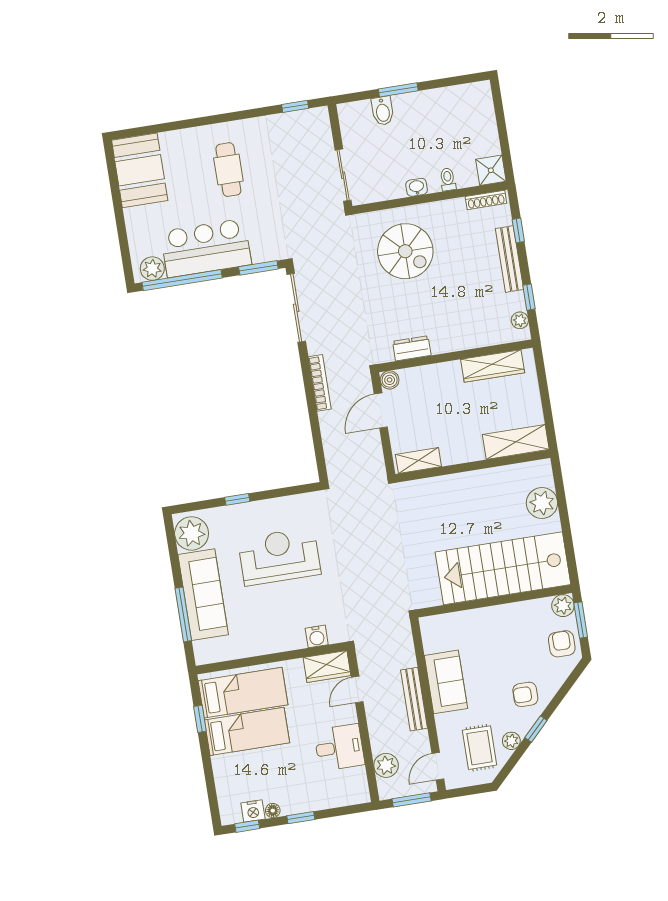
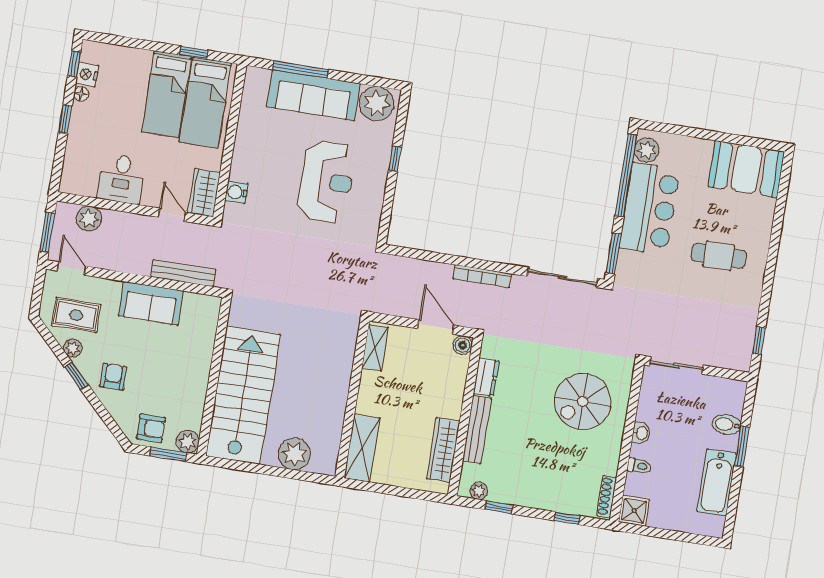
bathtub: (439, 102) -> (717, 482), added
bench: (509, 259) -> (477, 429), moved, turned 90
bench: (414, 699) -> (183, 273), moved

